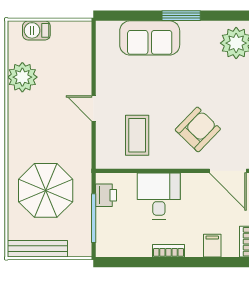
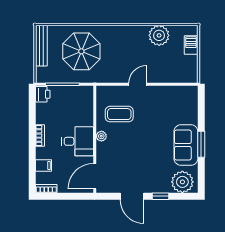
sofa: (150, 38) -> (186, 145), moved
armchair: (198, 129) -> (123, 156), removed
plant: (169, 161) -> (101, 136), added
printer: (106, 195) -> (43, 94), moved, turned -90
desk: (159, 196) -> (78, 141), moved

